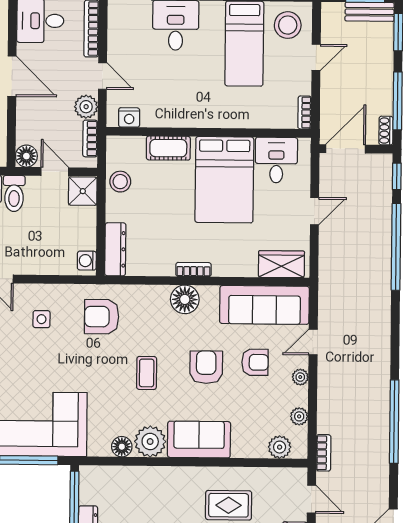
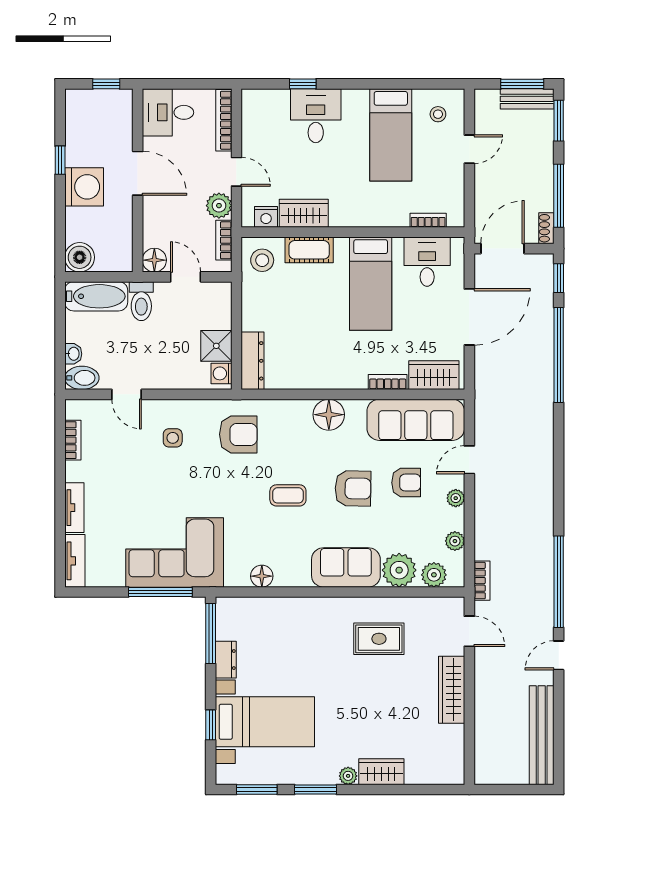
stool: (288, 25) -> (438, 114), width x0.53, depth x0.53
bookcase: (305, 112) -> (428, 220), moved, turned 90
wardrobe: (164, 115) -> (304, 213), added
bed: (224, 180) -> (371, 284), width x0.67
stool: (120, 182) -> (262, 260), moved
shower: (83, 191) -> (216, 346), moved
door: (314, 211) -> (469, 317), width x1.87
bookcase: (193, 270) -> (388, 382), moved
armchair: (102, 317) -> (238, 434), turned 180
armchair: (206, 367) -> (353, 488), turned 91
coffee table: (147, 373) -> (288, 495), turned 90
window: (394, 422) -> (559, 582), moved
plant: (150, 442) -> (399, 570), moved

